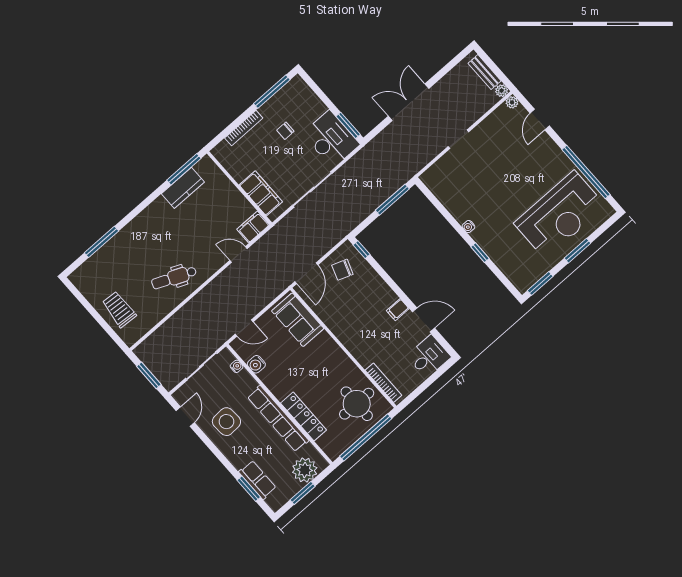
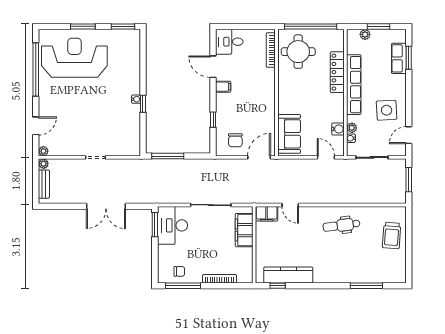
chair: (285, 131) -> (179, 271), moved
window: (184, 169) -> (278, 286), width x0.46
kitchen counter: (183, 188) -> (288, 275), width x1.50
window: (361, 250) -> (213, 120), moved
window: (480, 253) -> (143, 104), moved
chair: (342, 270) -> (235, 140), turned 70
dental chair: (174, 278) -> (341, 225), turned 150
plant: (244, 377) -> (352, 128), added
plant: (305, 470) -> (365, 34), width x0.53, depth x0.53

